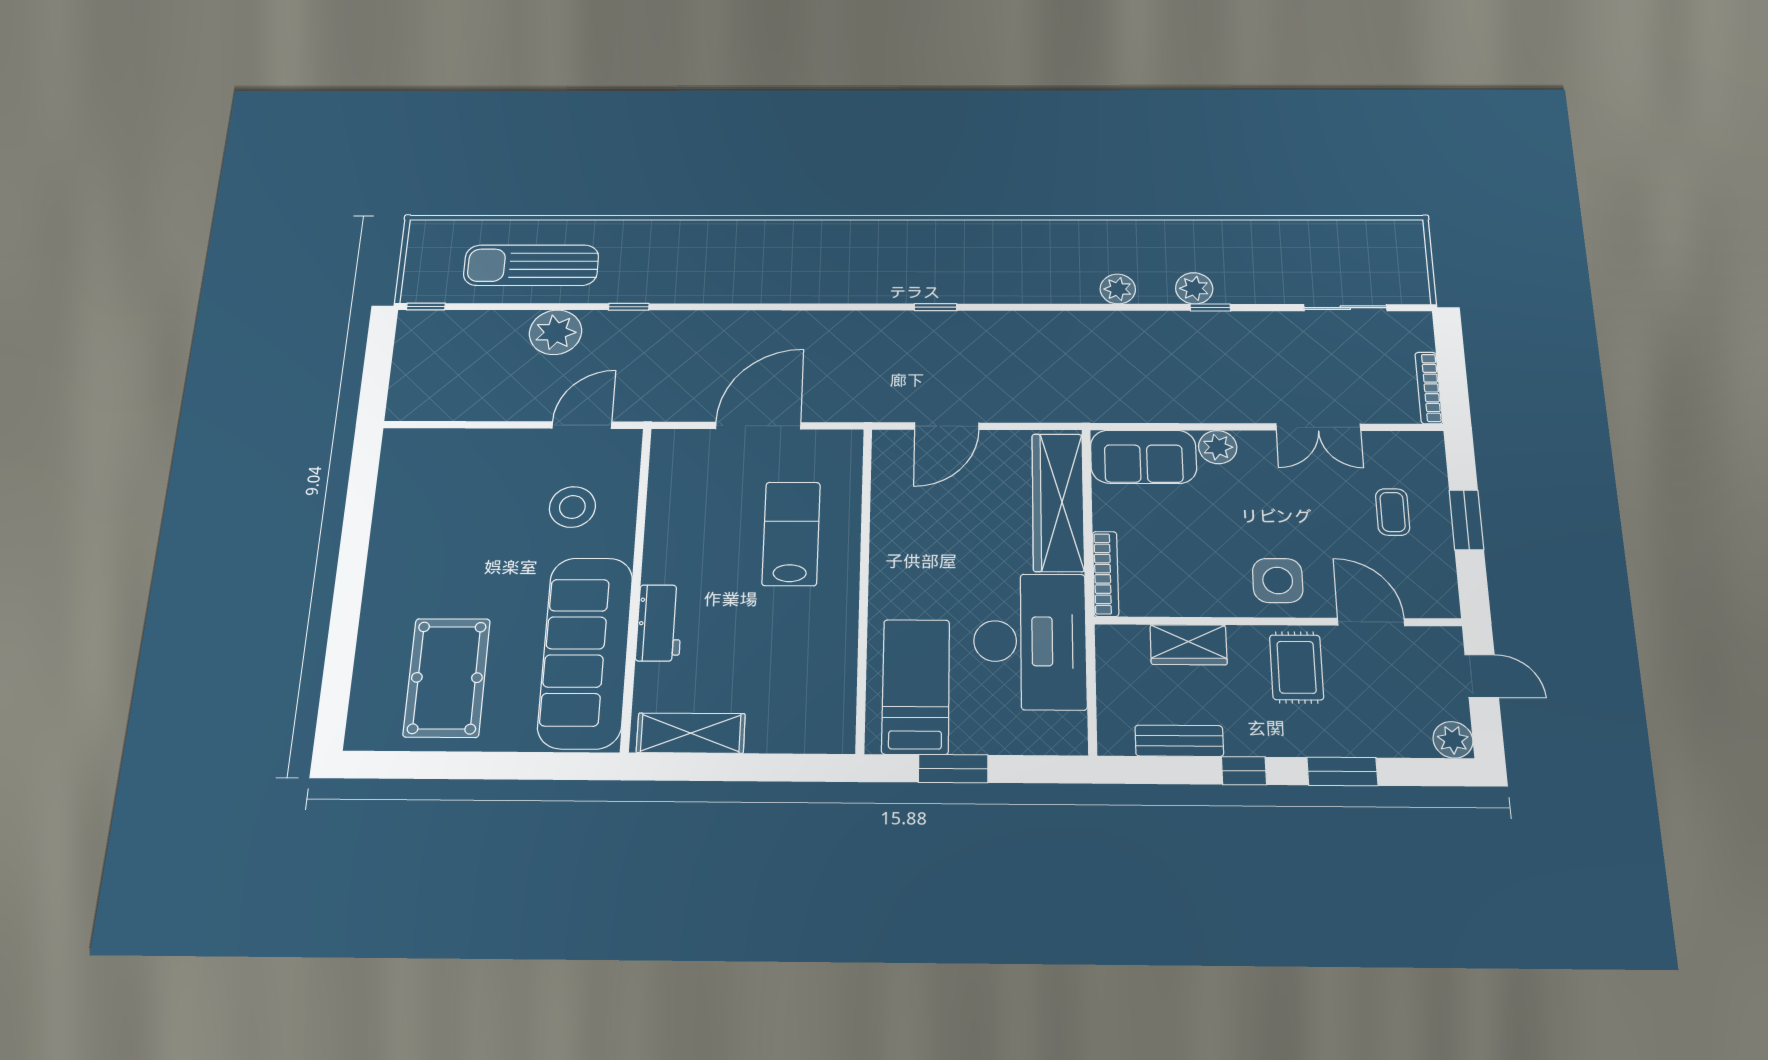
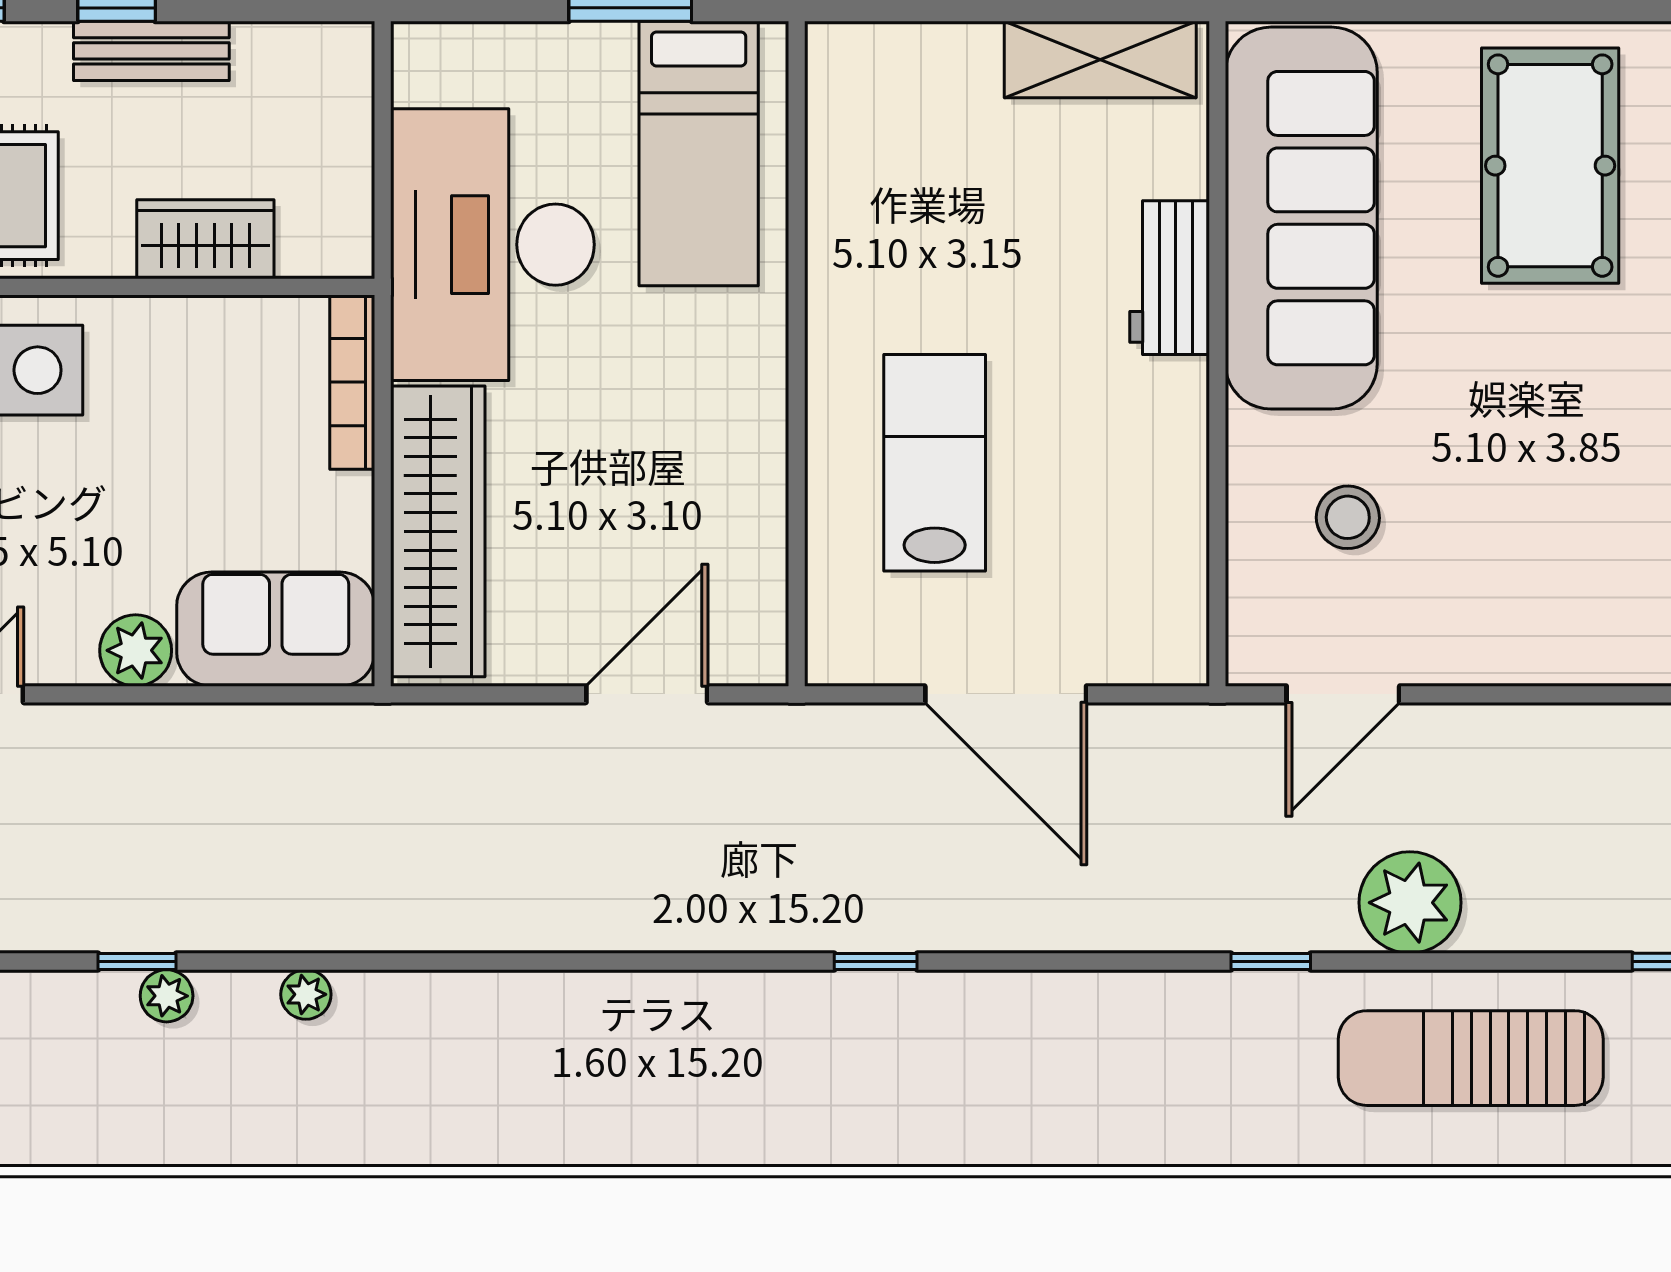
sun lounger: (531, 265) -> (1471, 1058), turned 180
plant: (1194, 288) -> (167, 996), width x0.73, depth x0.73
plant: (1118, 289) -> (306, 994), width x0.73, depth x0.73
window: (935, 307) -> (876, 961), moved
door: (758, 426) -> (1006, 694), hinge flipped
stool: (572, 507) -> (1348, 517), width x0.73, depth x0.73
lab bench: (791, 534) -> (935, 463), turned 180
bench: (1179, 741) -> (151, 51), moved

